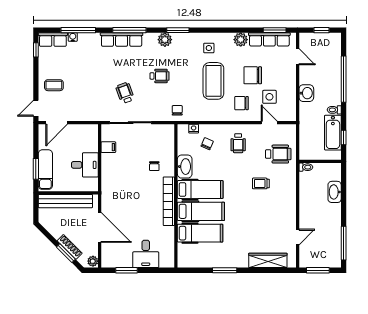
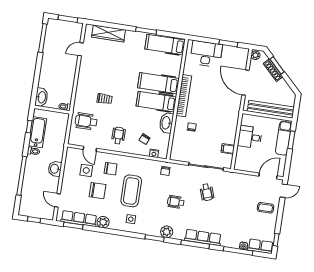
washbasin: (335, 192) -> (41, 97), moved
hospital bed: (200, 233) -> (165, 44), moved
desk: (146, 254) -> (206, 54), width x1.37

